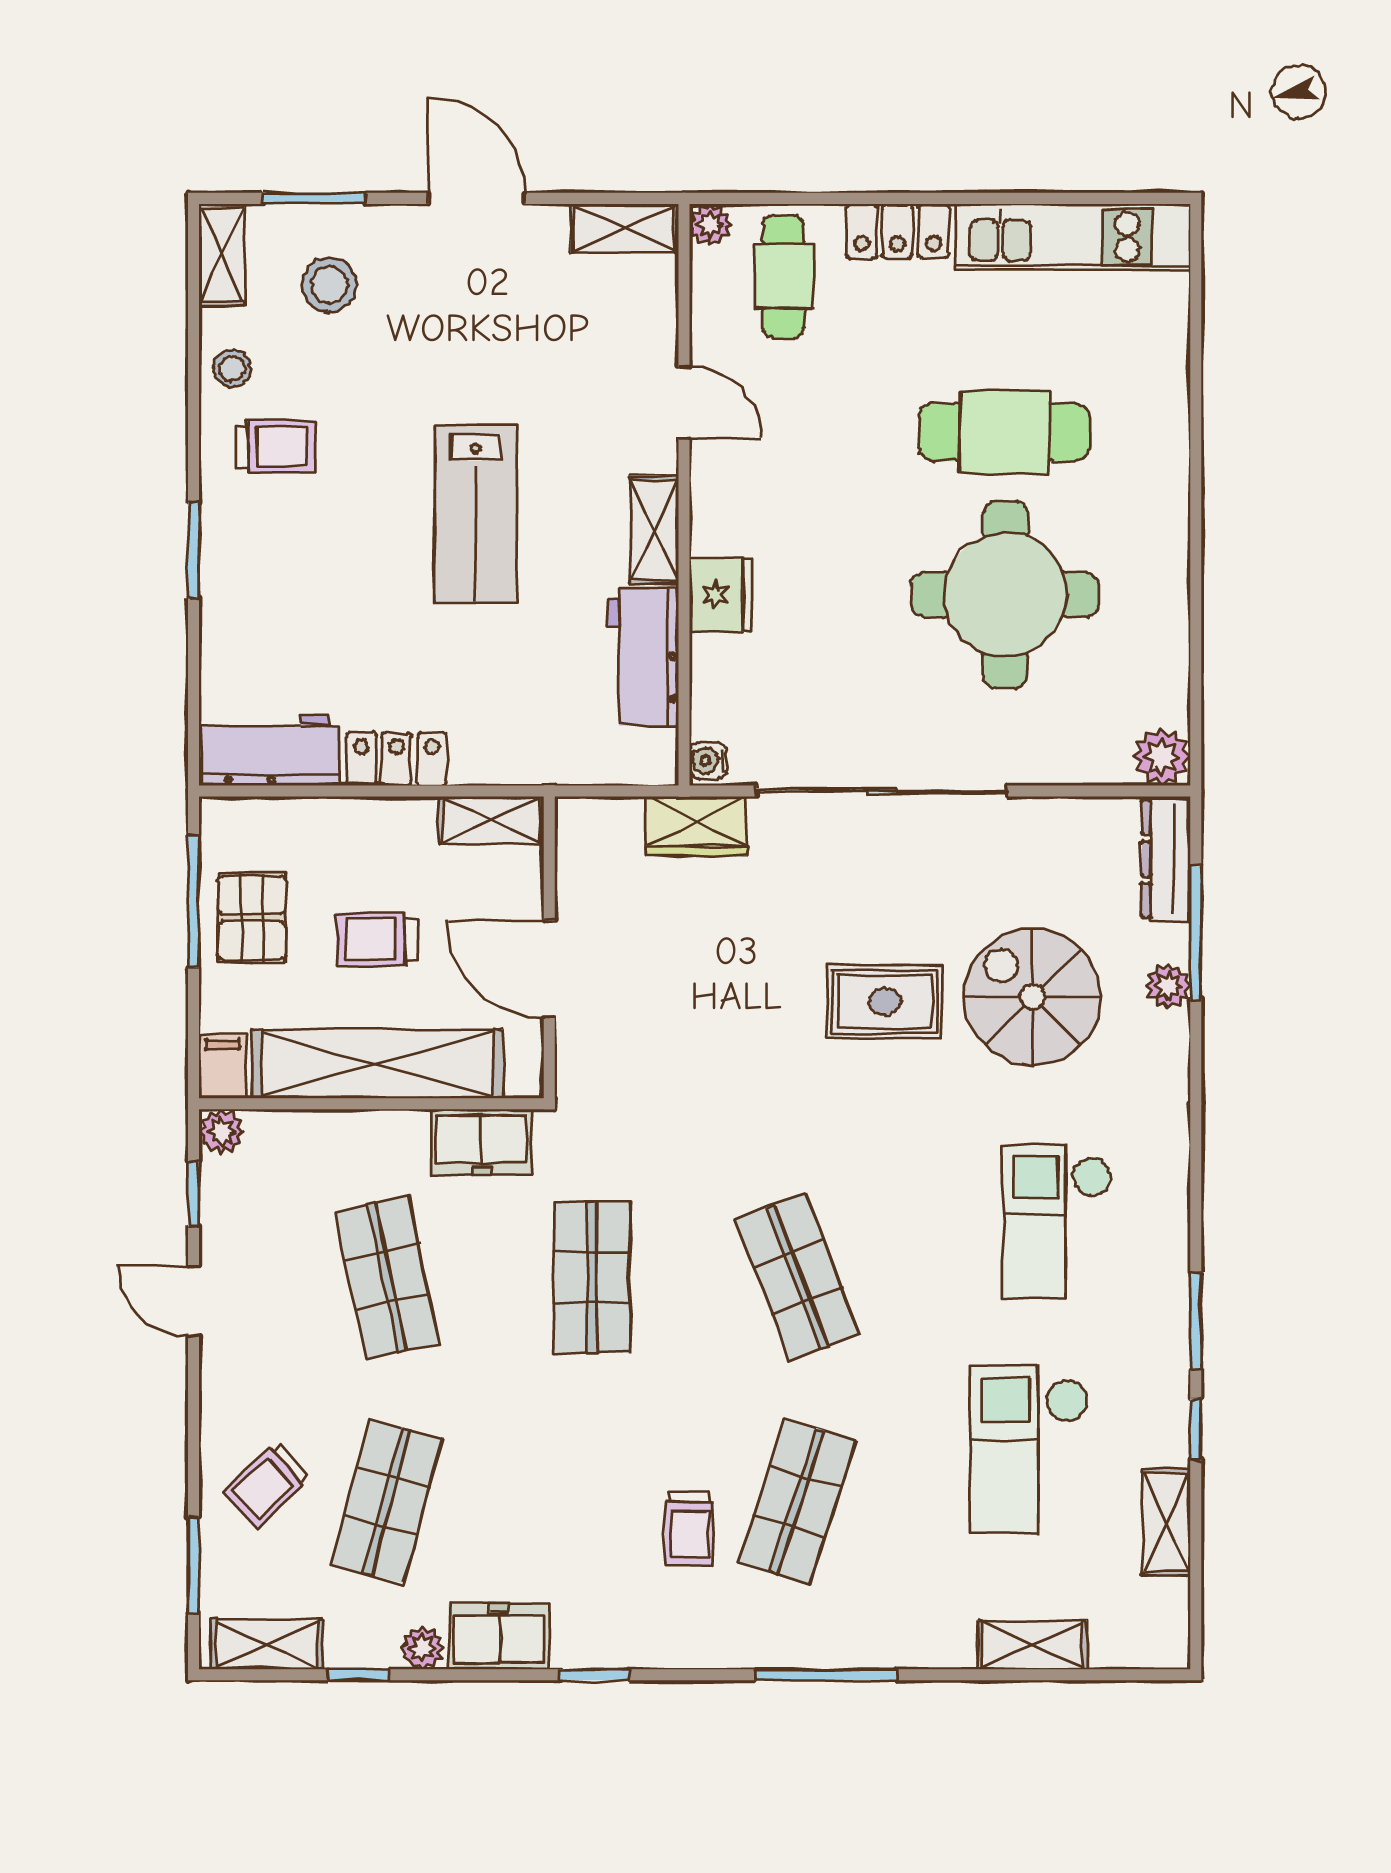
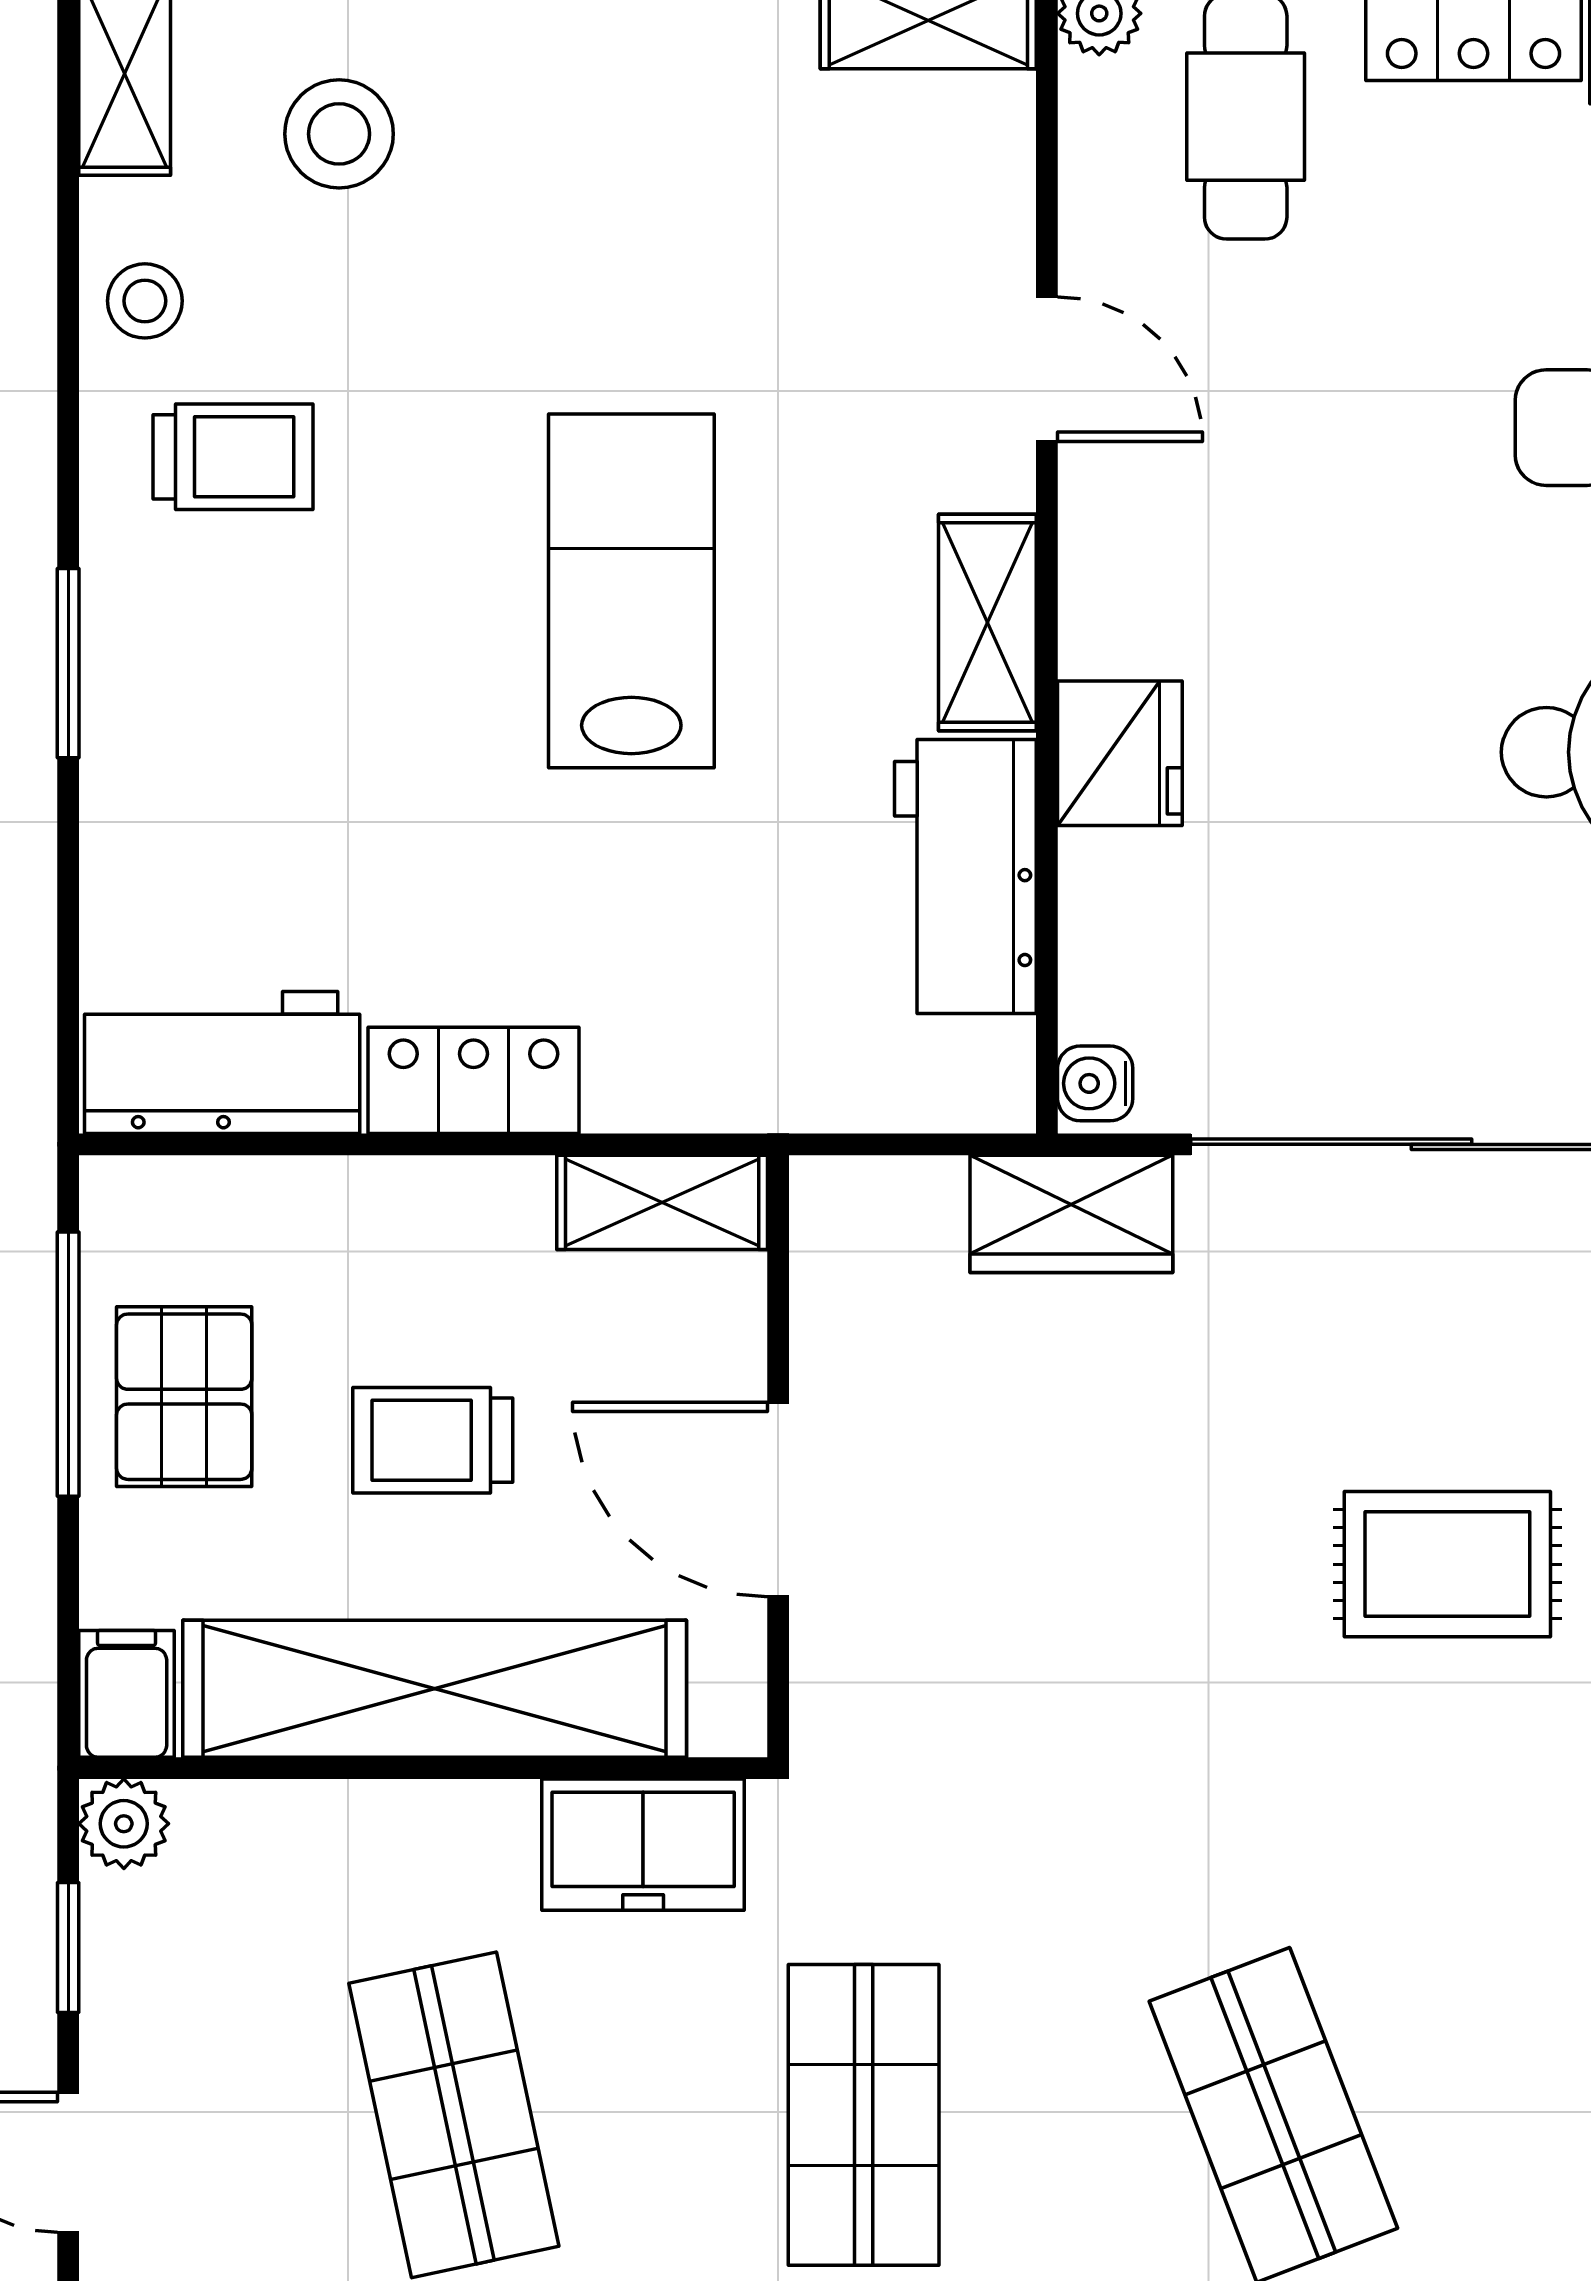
lab bench: (476, 514) -> (631, 591), turned 180

